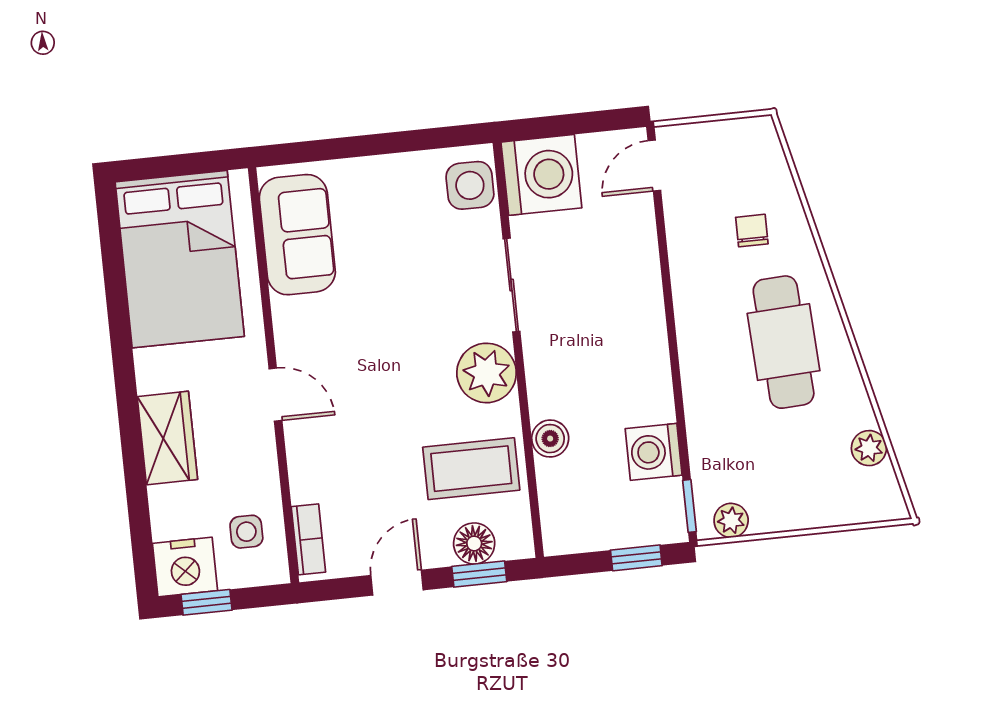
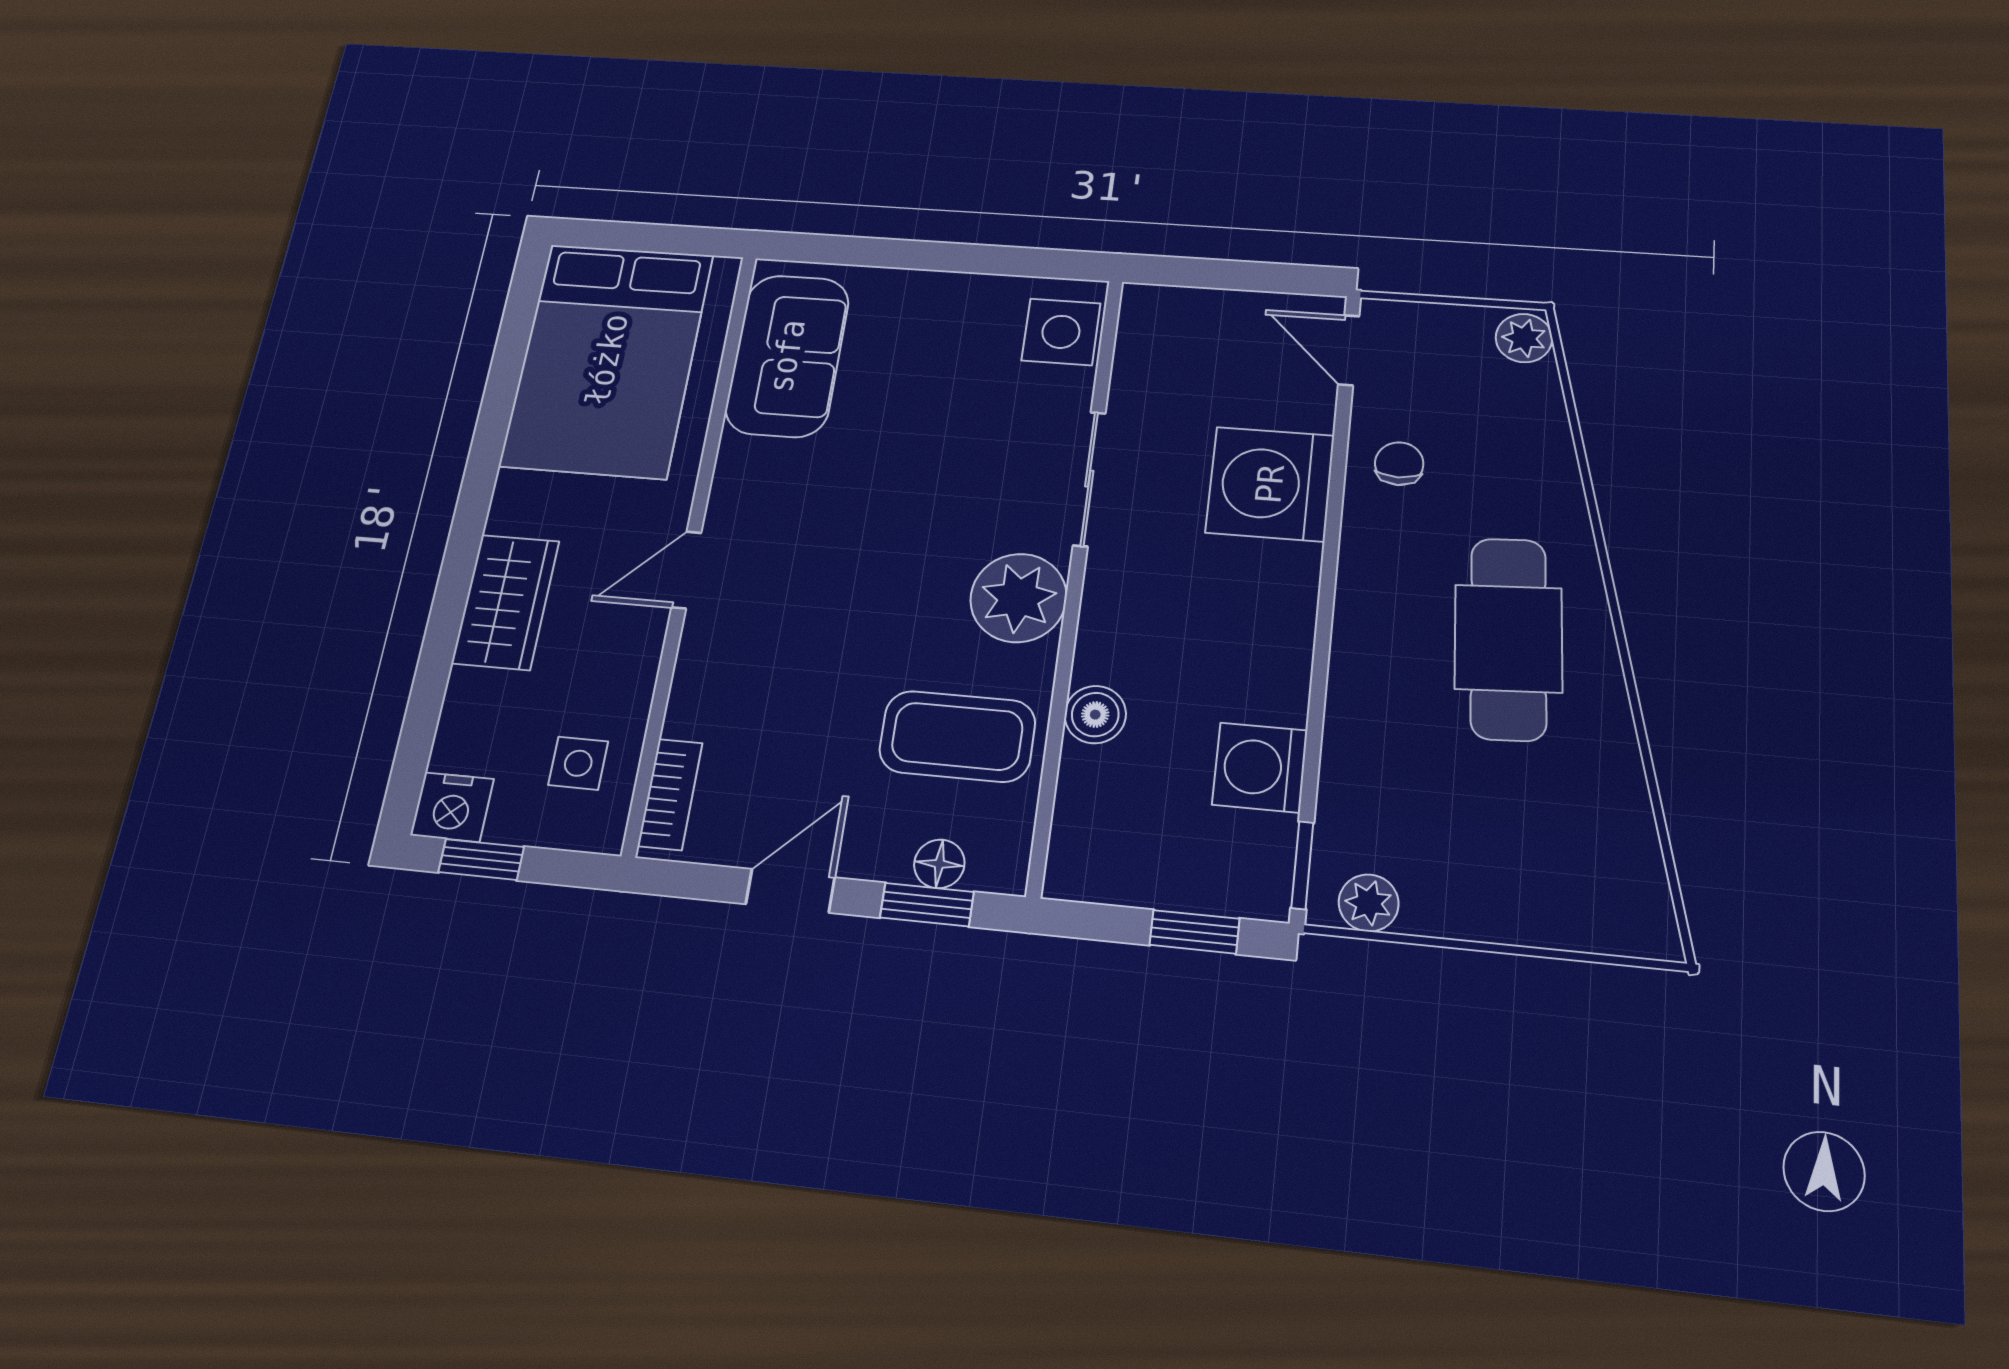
door: (654, 166) -> (1349, 350), hinge flipped
washing machine: (541, 175) -> (1270, 484), moved, turned 180
chair: (752, 231) -> (1399, 464), moved
door: (275, 395) -> (686, 570), swing flipped
plant: (869, 448) -> (1524, 338), moved
floor lamp: (474, 543) -> (939, 864), width x0.73, depth x0.73
nightstand: (185, 567) -> (452, 807), width x0.74, depth x0.75

